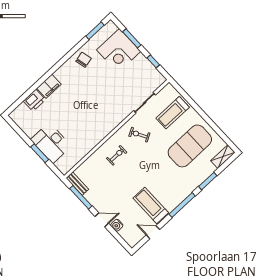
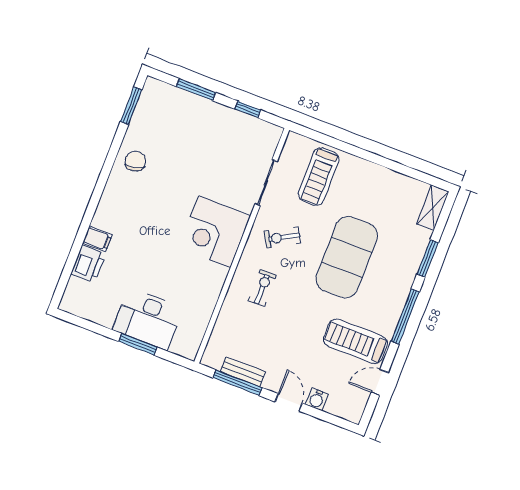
corner desk: (119, 51) -> (215, 232), moved, turned 90
filing cabinet: (49, 86) -> (97, 239), width x0.50
exercise mat: (190, 146) -> (347, 257), moved
bench: (77, 184) -> (243, 372), moved
door: (102, 220) -> (289, 402), hinge flipped

